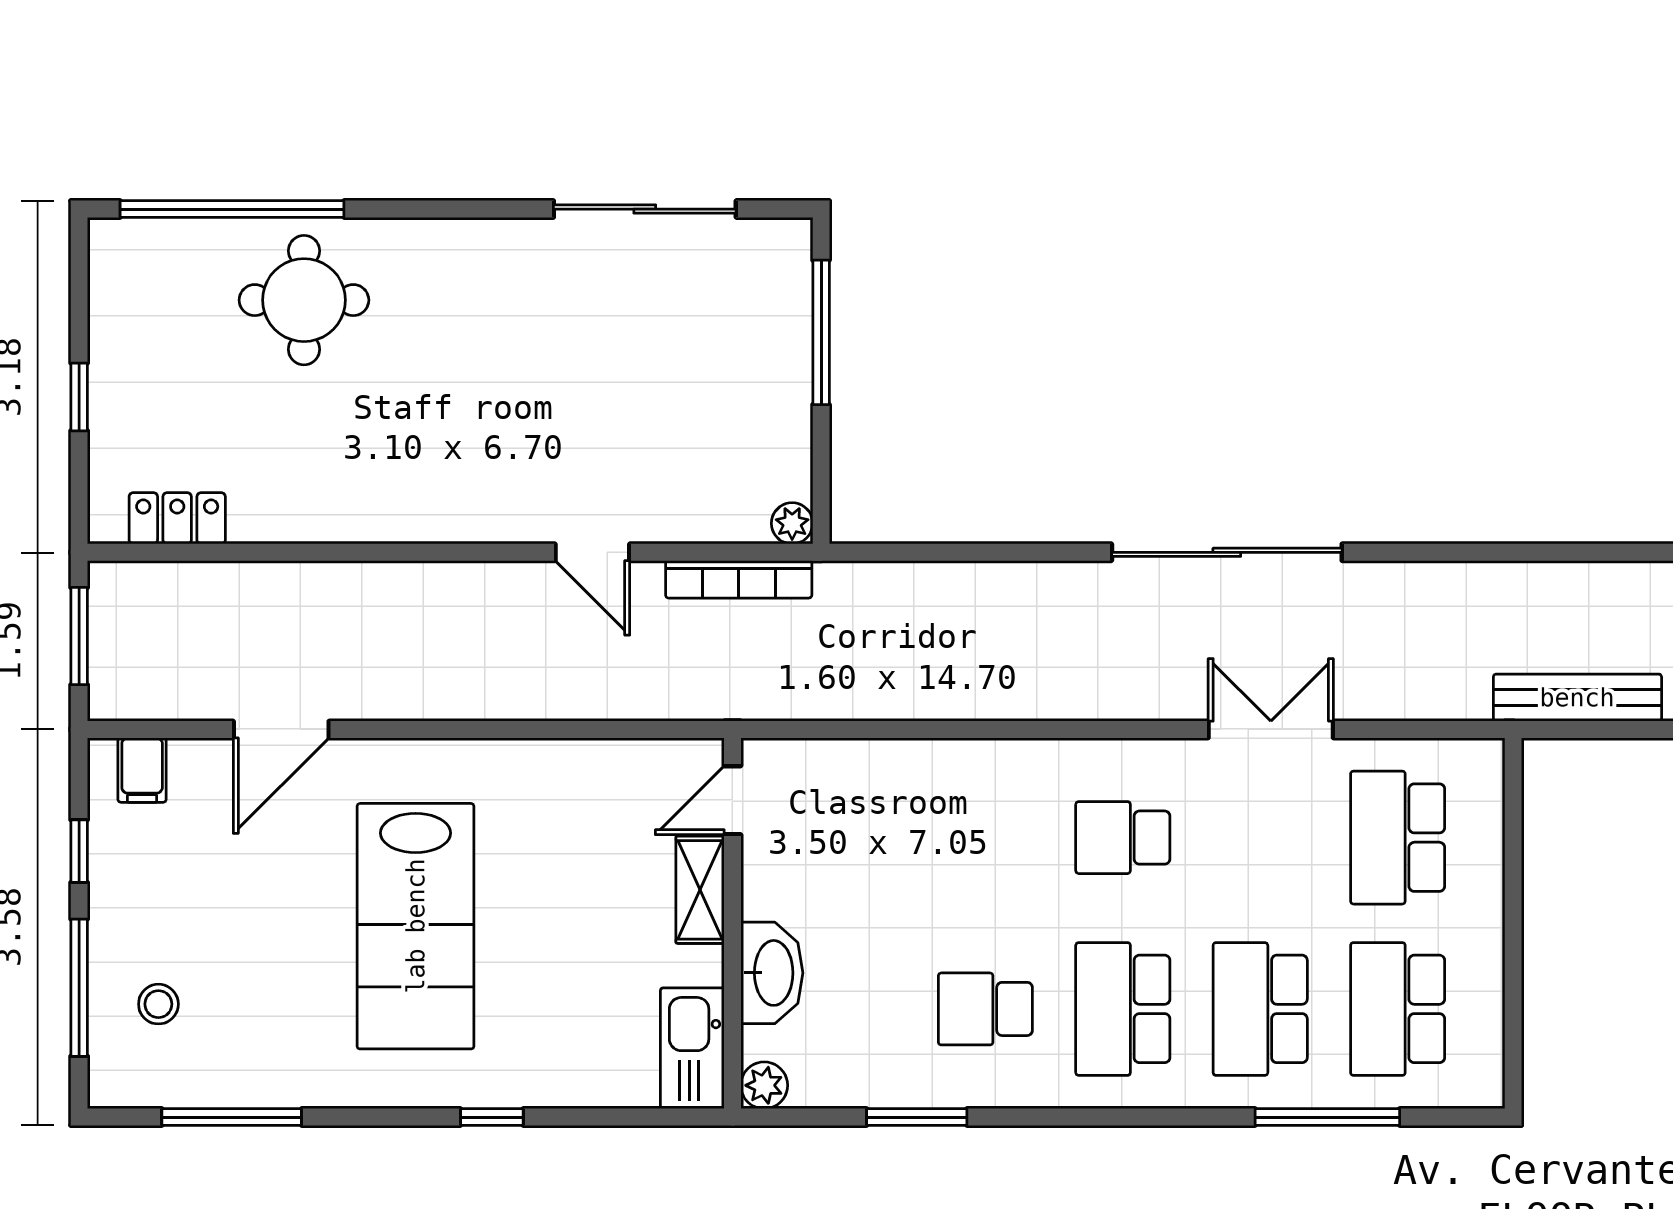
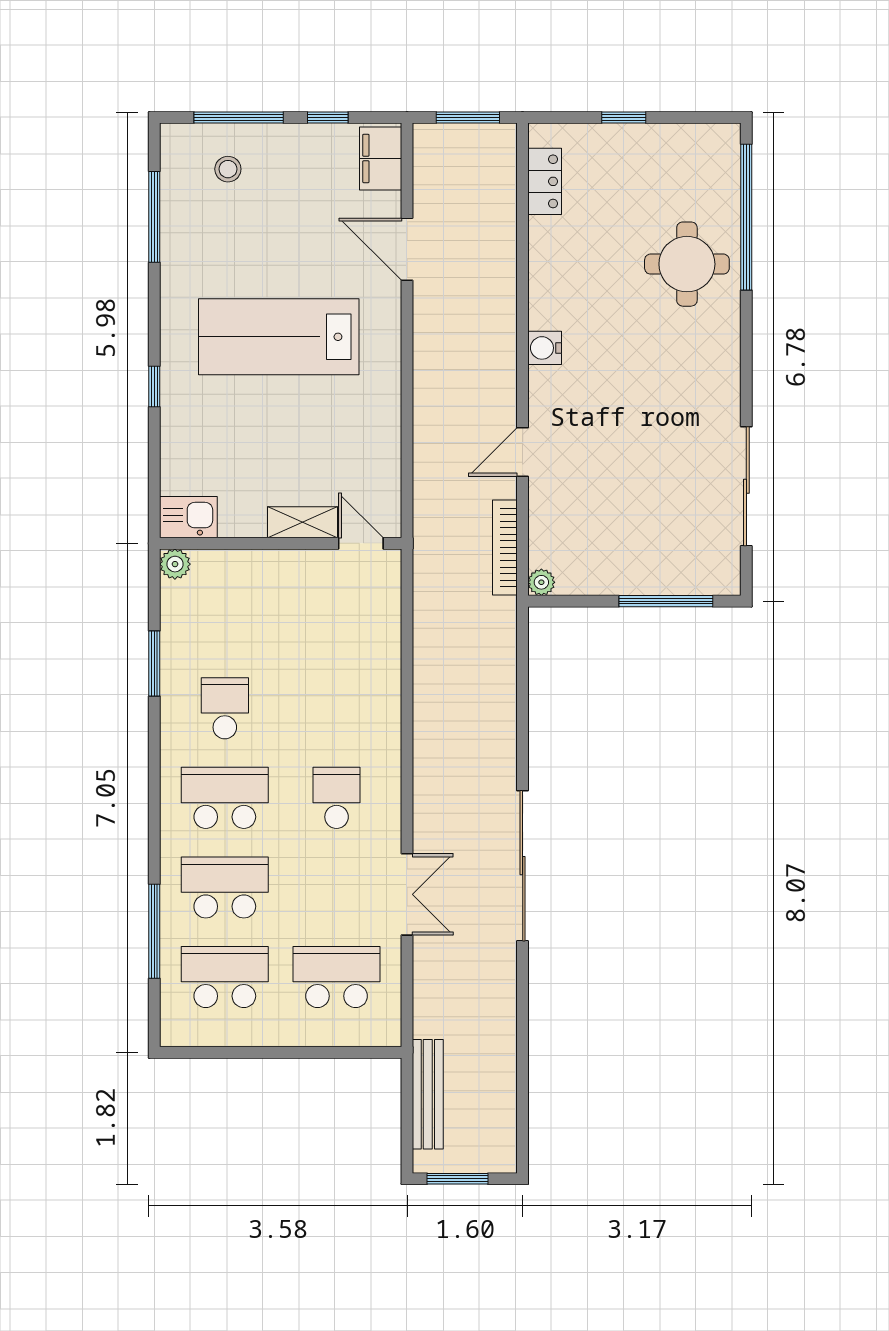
water cooler: (433, 518) -> (545, 348), added
filing cabinet: (142, 770) -> (381, 158), width x2.00
washbasin: (772, 973) -> (248, 569), removed
kitchen sink: (692, 1048) -> (188, 517), width x0.73

